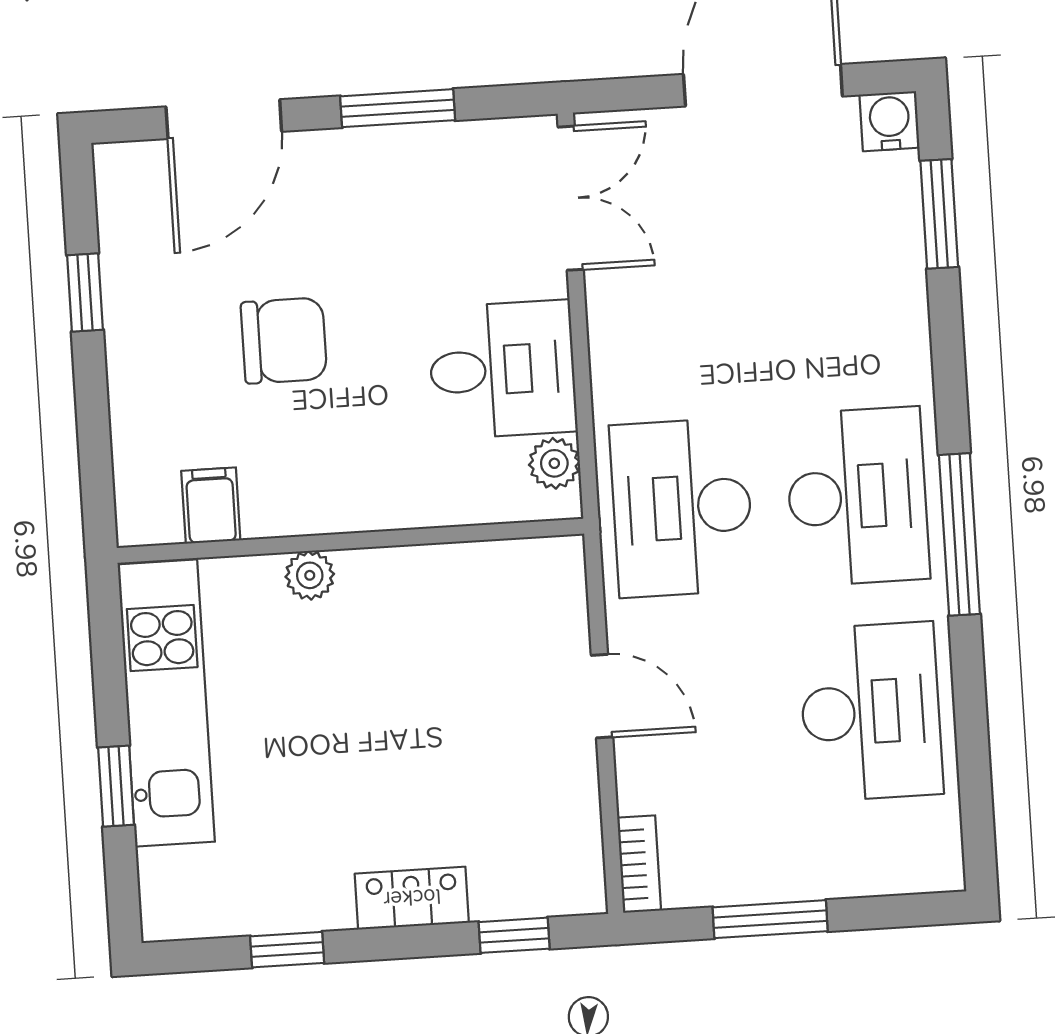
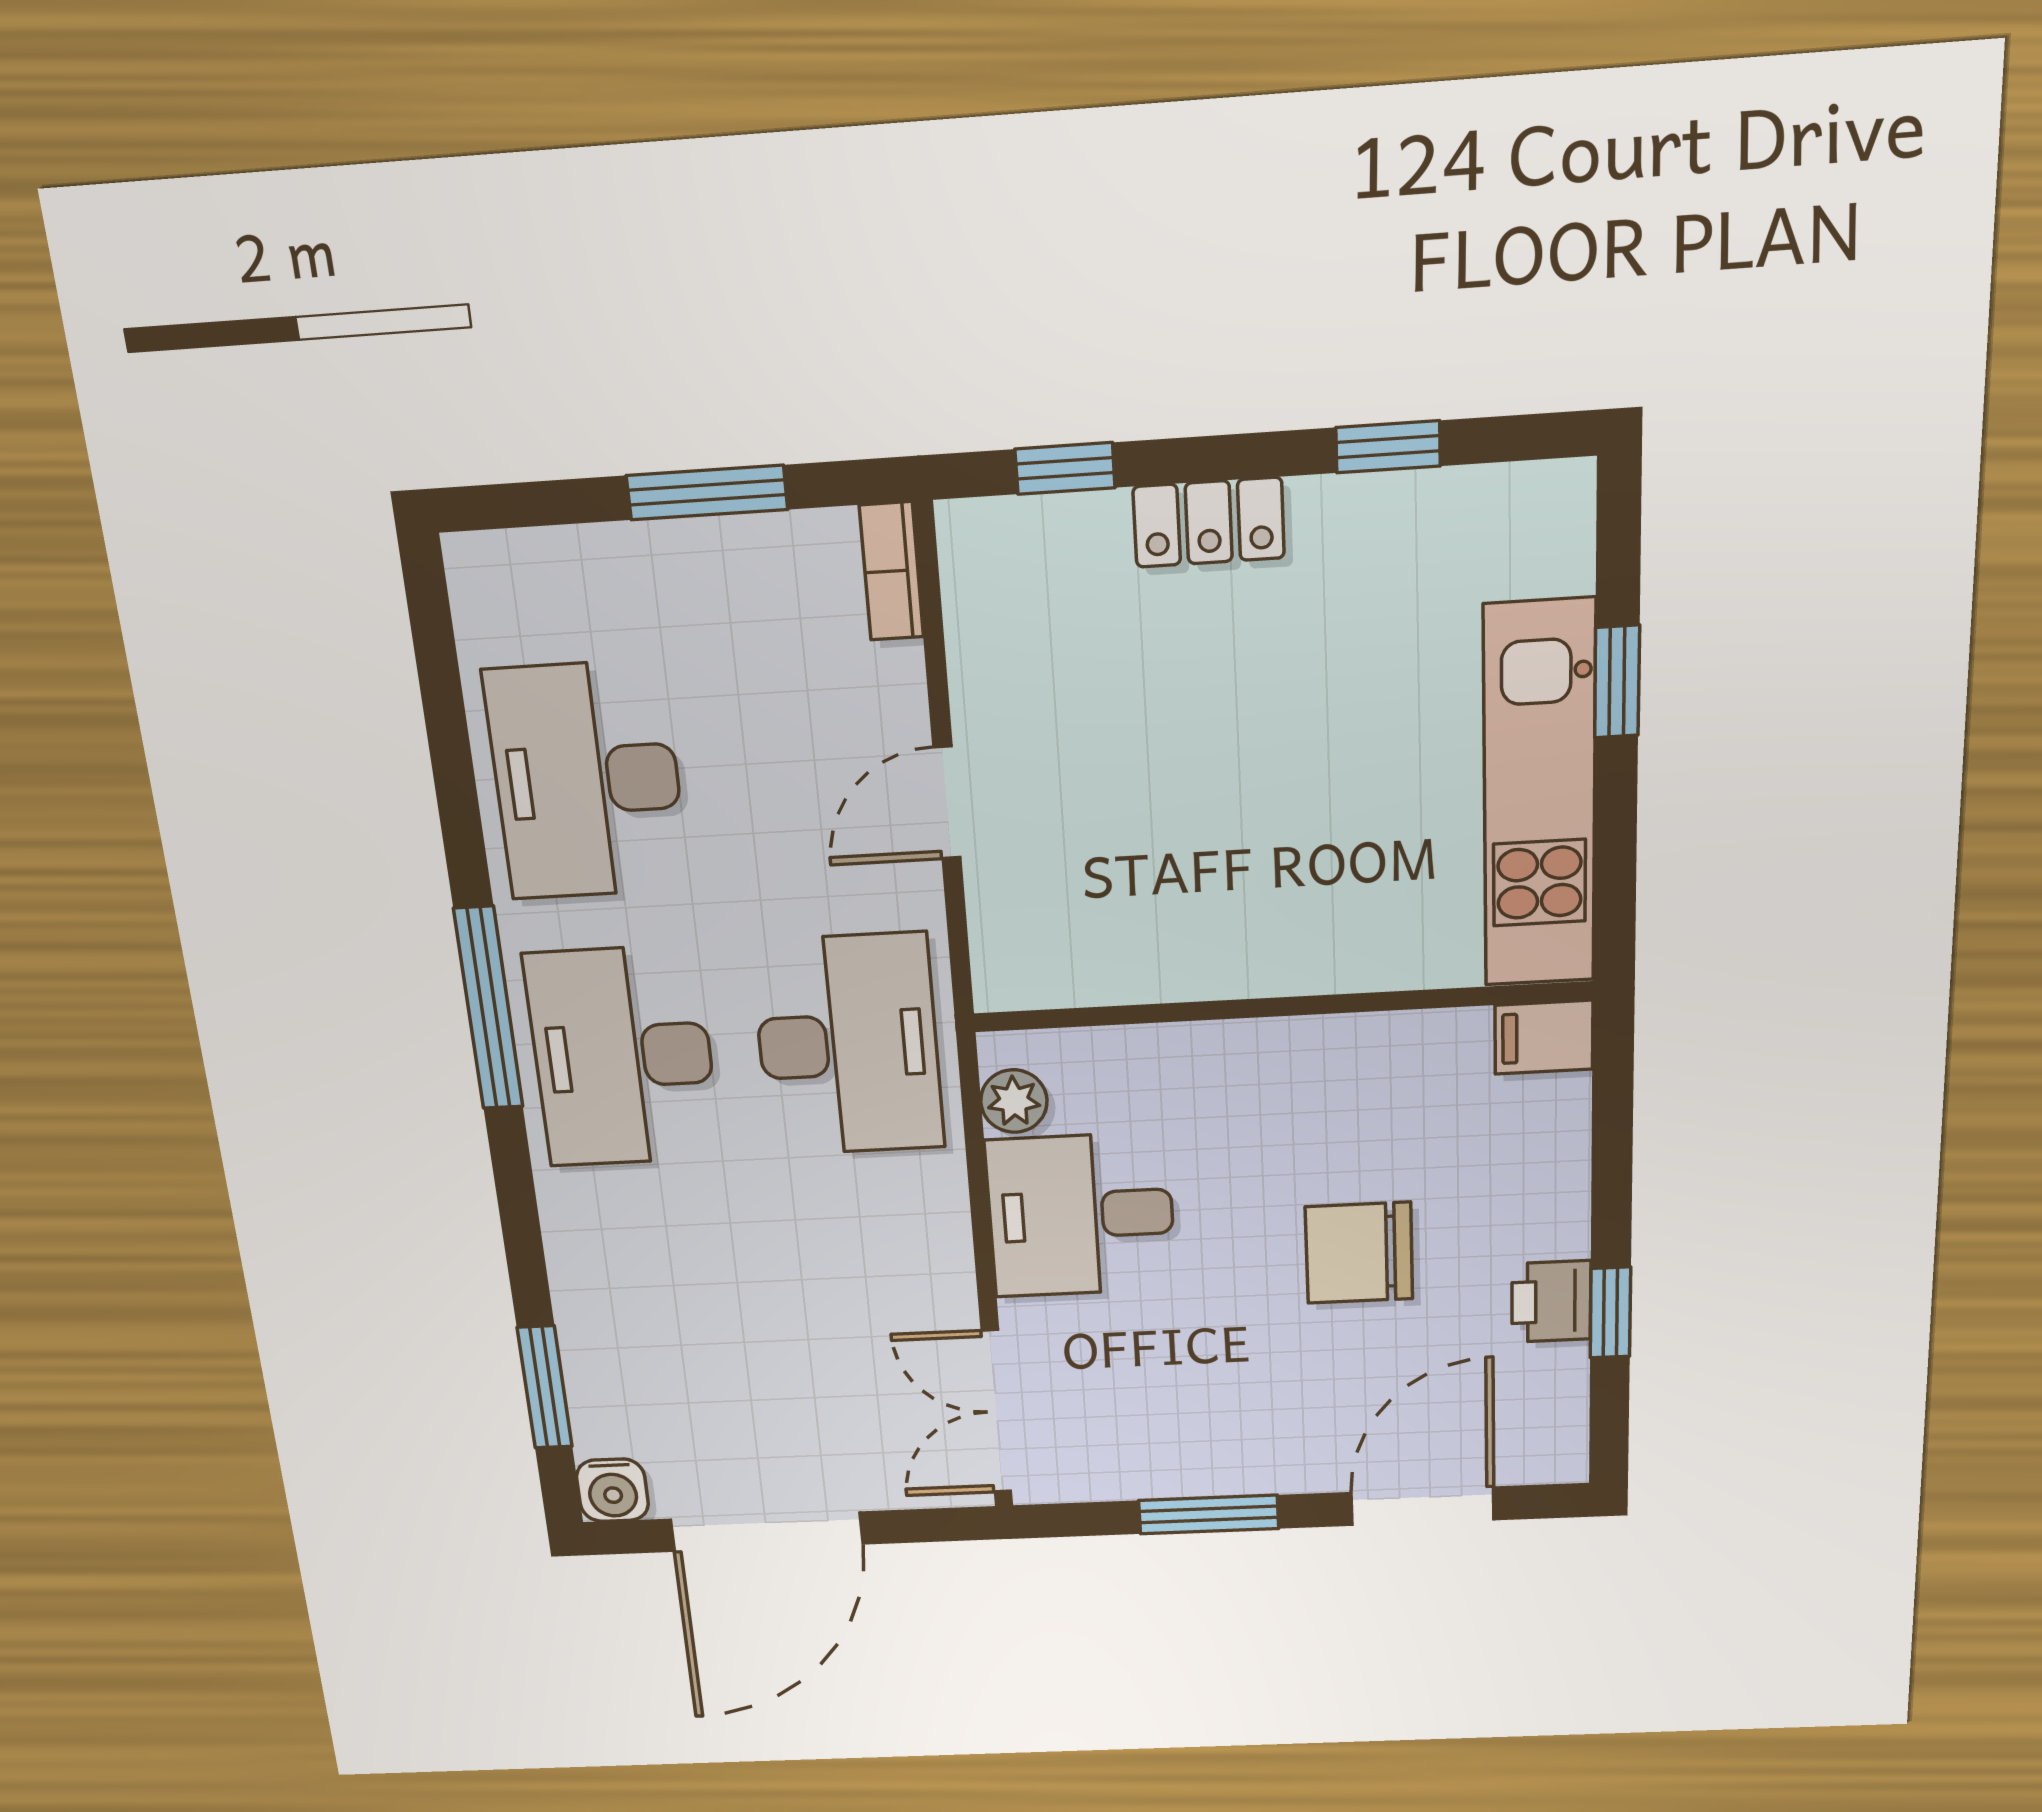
printer: (132, 301) -> (1551, 1301), added
filing cabinet: (211, 506) -> (1544, 1037), moved, turned 90
plant: (310, 575) -> (1337, 963), removed
door: (602, 696) -> (947, 803), hinge flipped

